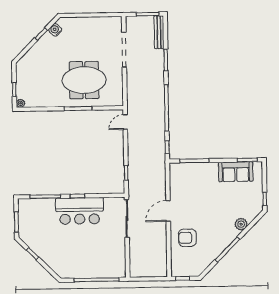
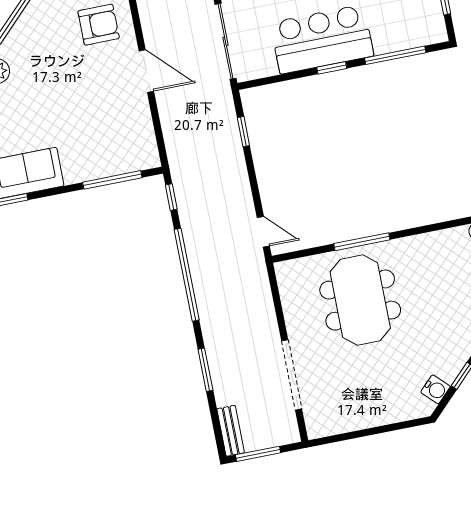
bench: (159, 32) -> (231, 431), width x0.73
meeting table: (84, 80) -> (360, 300), turned 90
door: (125, 122) -> (263, 232), hinge flipped
door: (168, 211) -> (146, 71), hinge flipped

